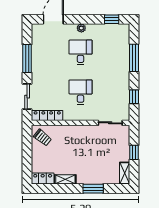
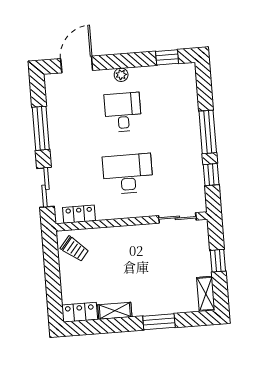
window: (134, 58) -> (208, 132), moved
desk: (81, 92) -> (128, 174), width x1.37
locker: (47, 115) -> (79, 214), width x0.66

